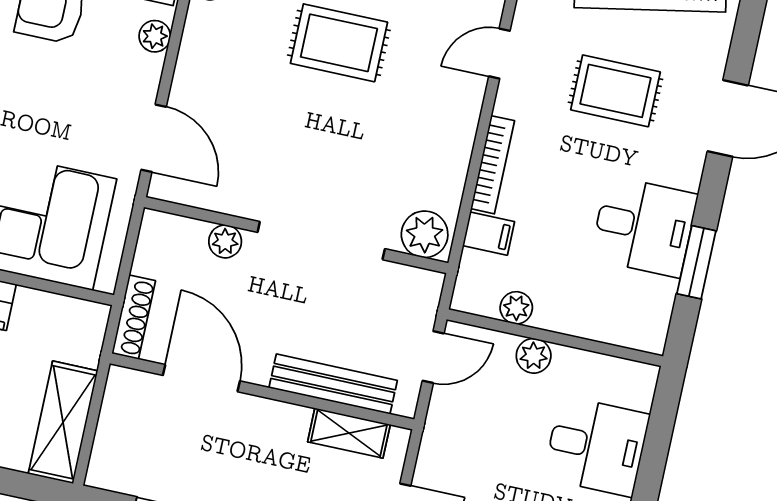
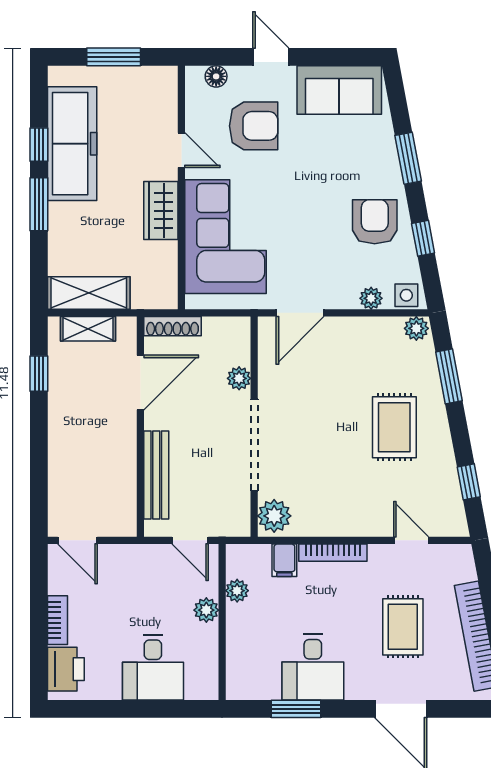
shelving: (349, 433) -> (88, 329), moved, turned 90

